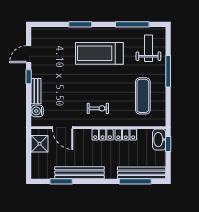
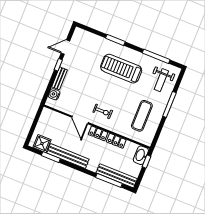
weight bench: (148, 48) -> (161, 80), turned 180
door: (63, 128) -> (80, 120), moved
shower: (40, 144) -> (42, 144), moved

